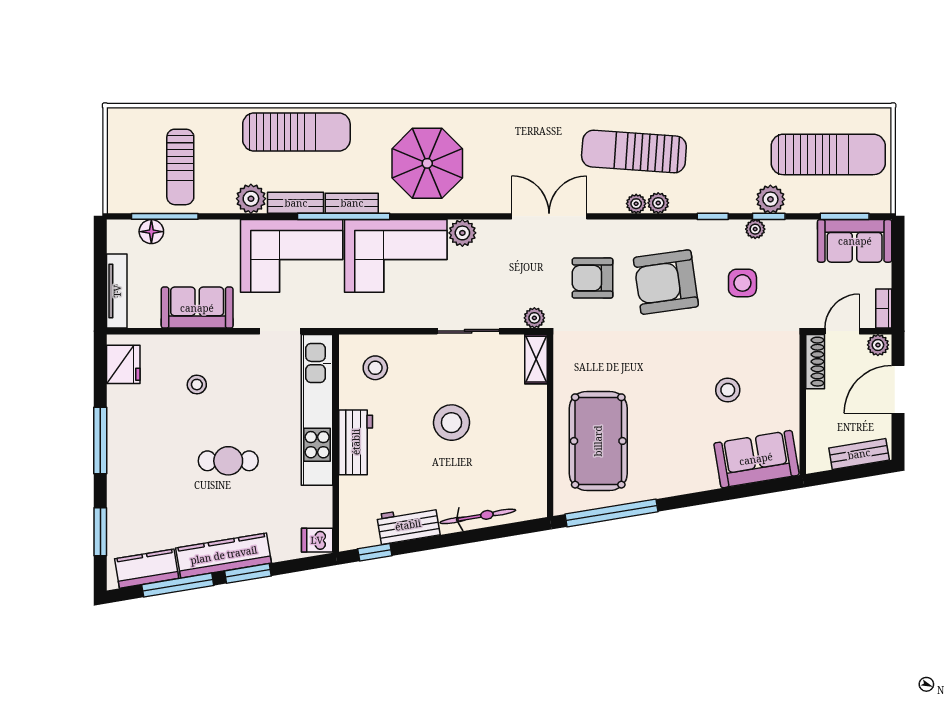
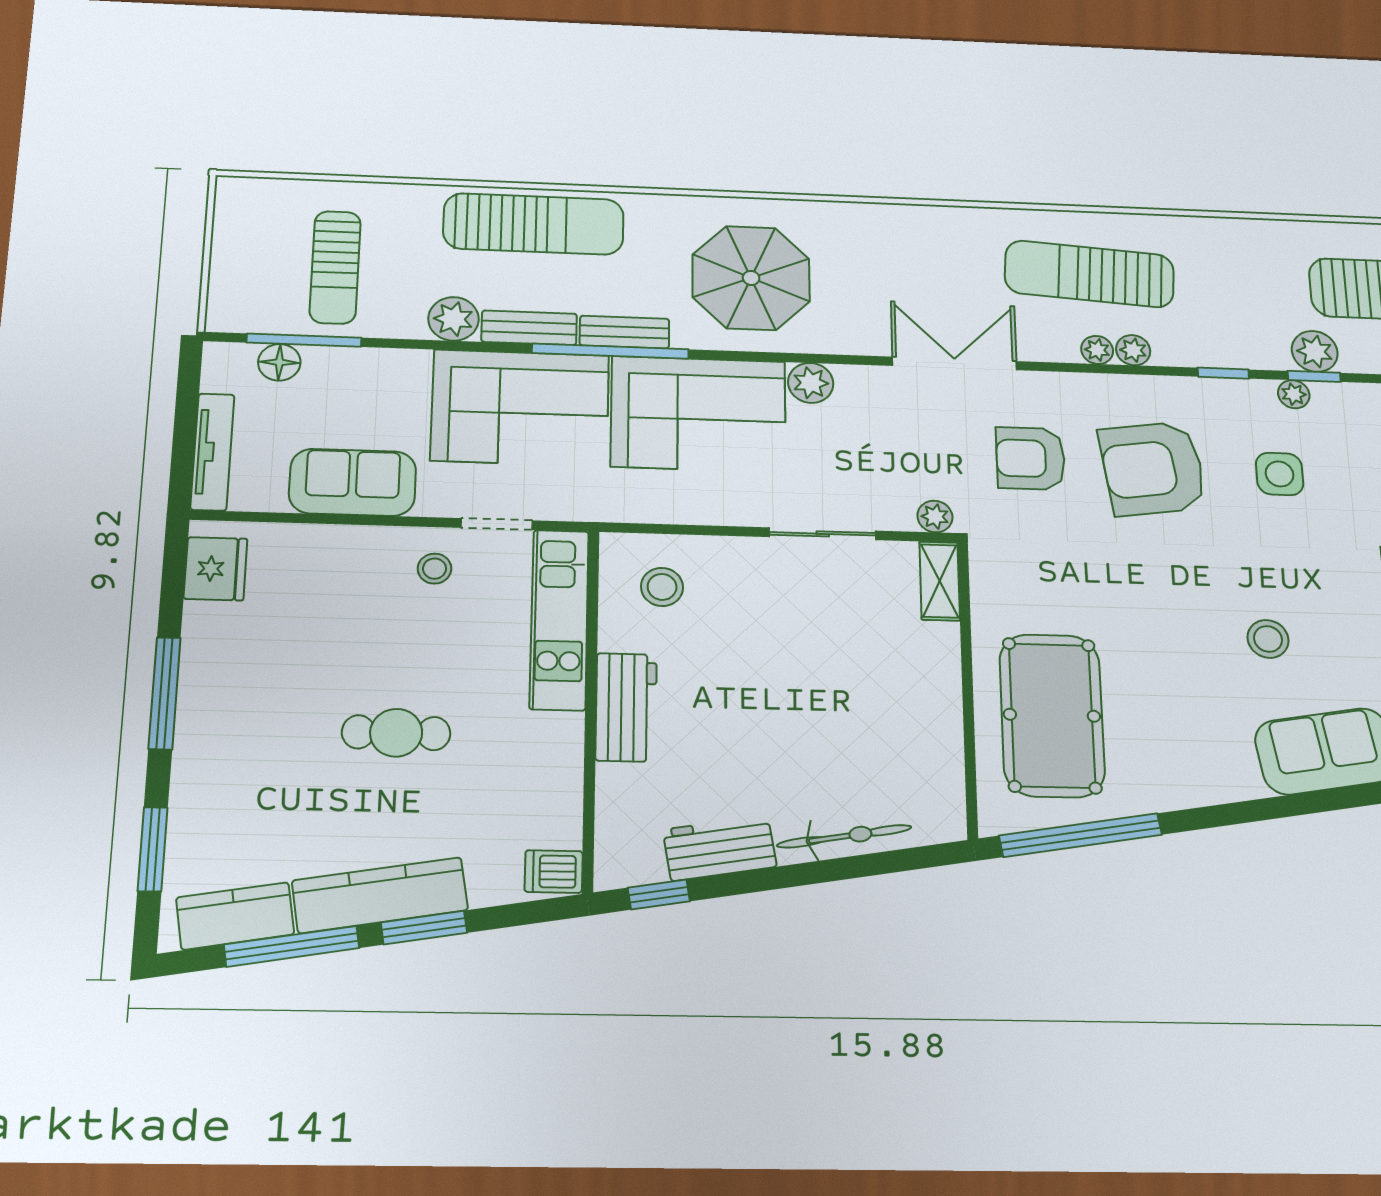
stool: (197, 385) -> (435, 569), moved
kitchen unit: (317, 410) -> (559, 619), width x0.73
stool: (451, 423) -> (796, 679), removed

